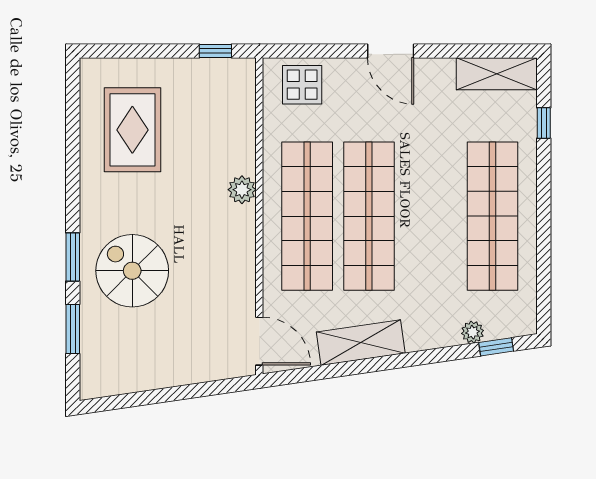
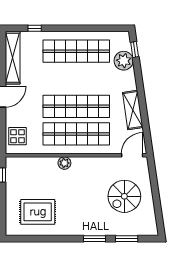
shelving: (497, 74) -> (13, 58), width x1.47
spiral stairs: (132, 271) -> (124, 196), moved
plant: (473, 332) -> (124, 61), width x1.88, depth x1.88

